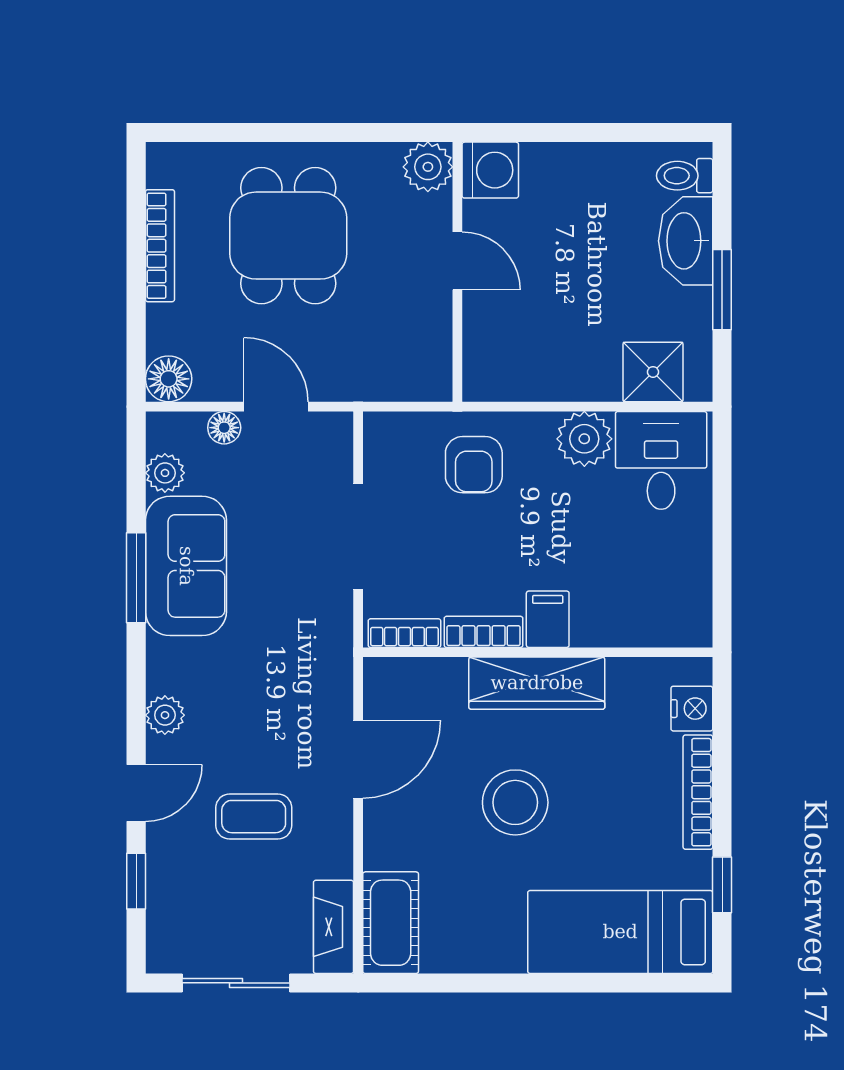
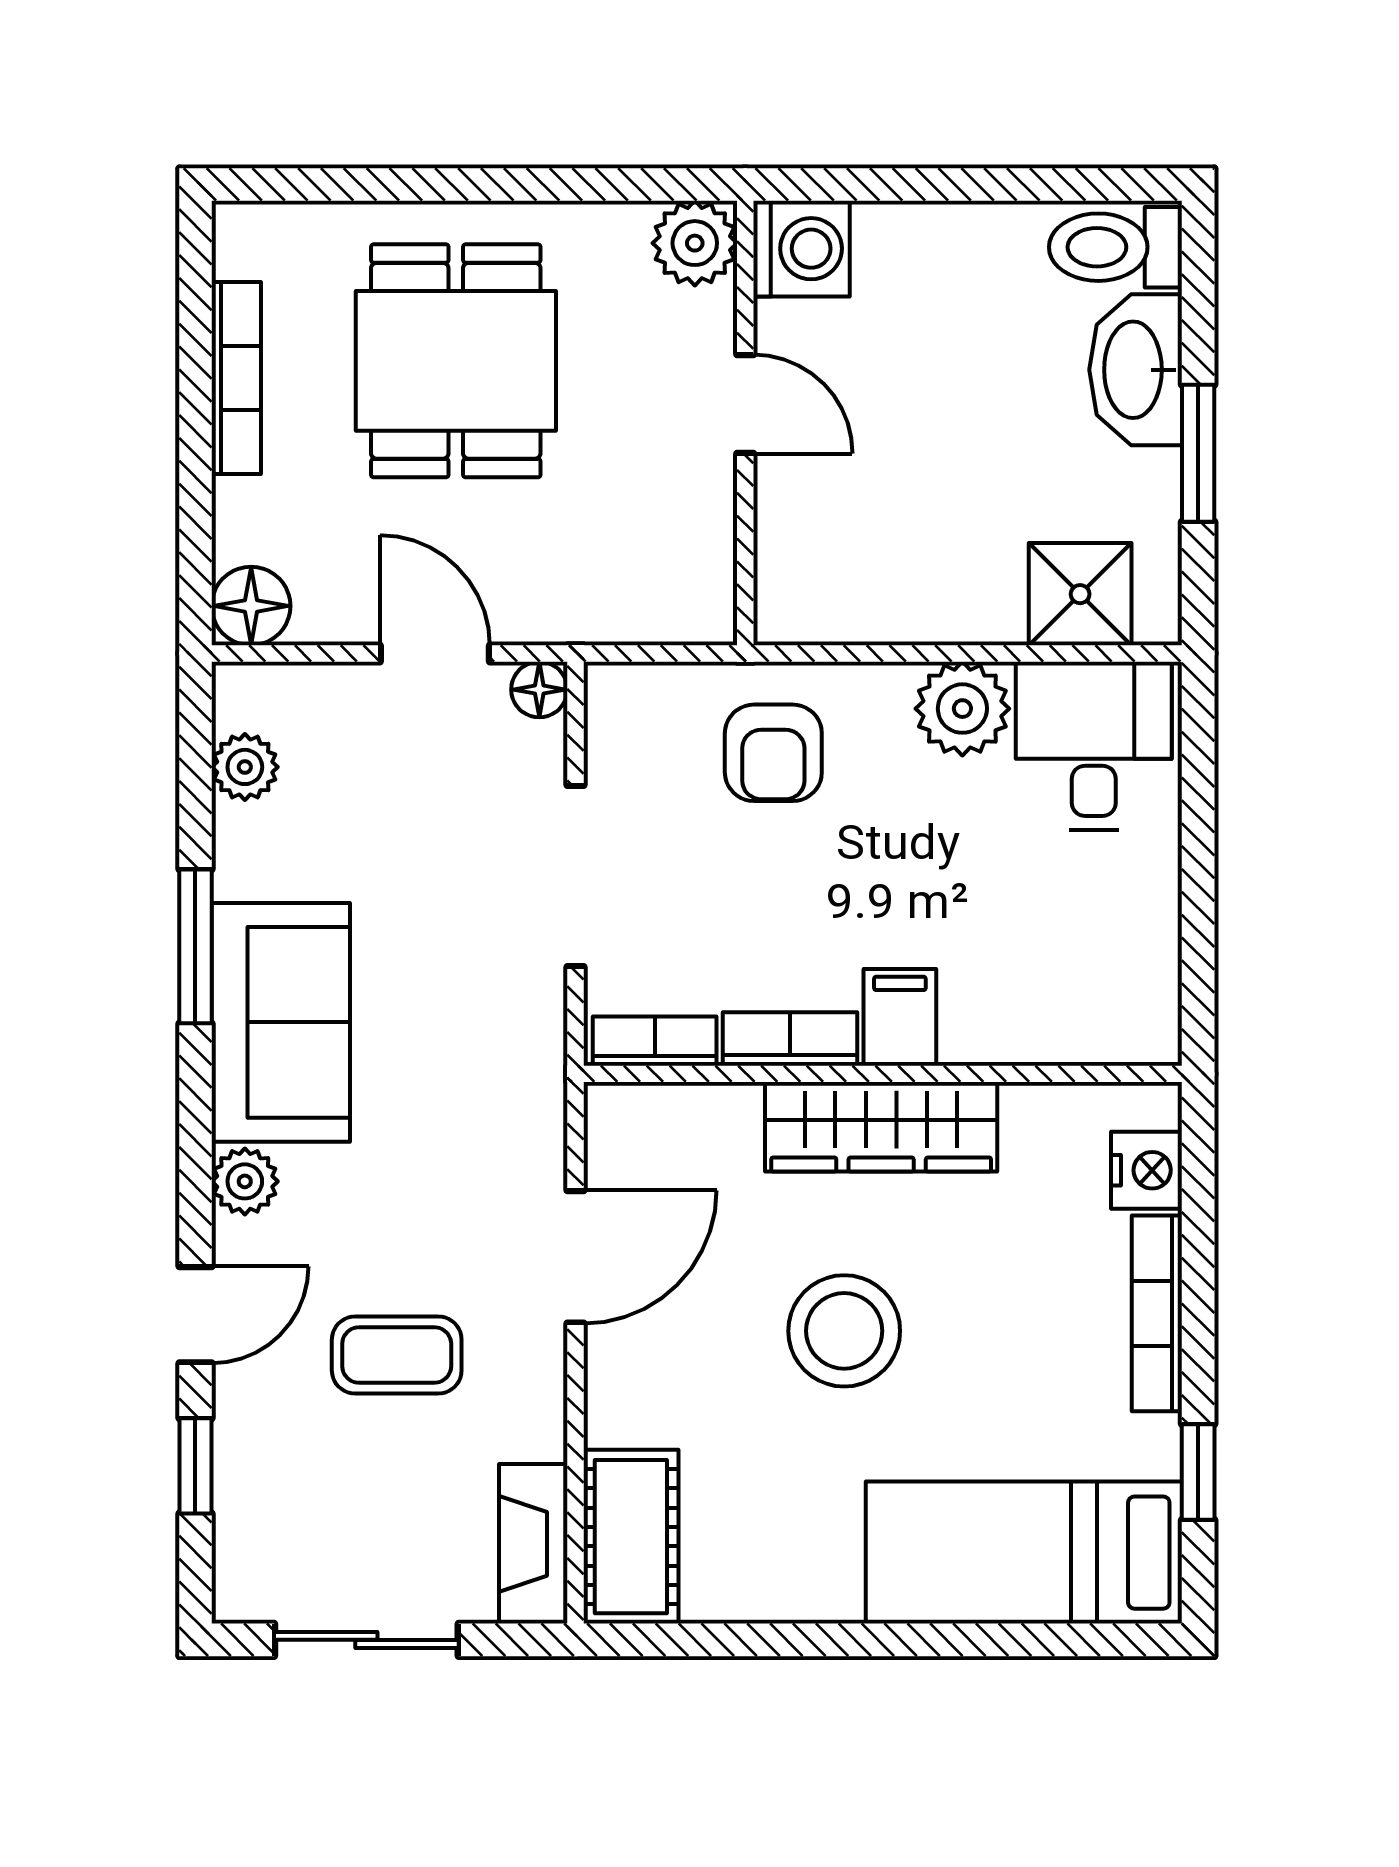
toilet: (685, 176) -> (1116, 247), width x1.37, depth x1.39
floor lamp: (224, 428) -> (539, 690), moved
sofa: (186, 566) -> (281, 1022), moved

